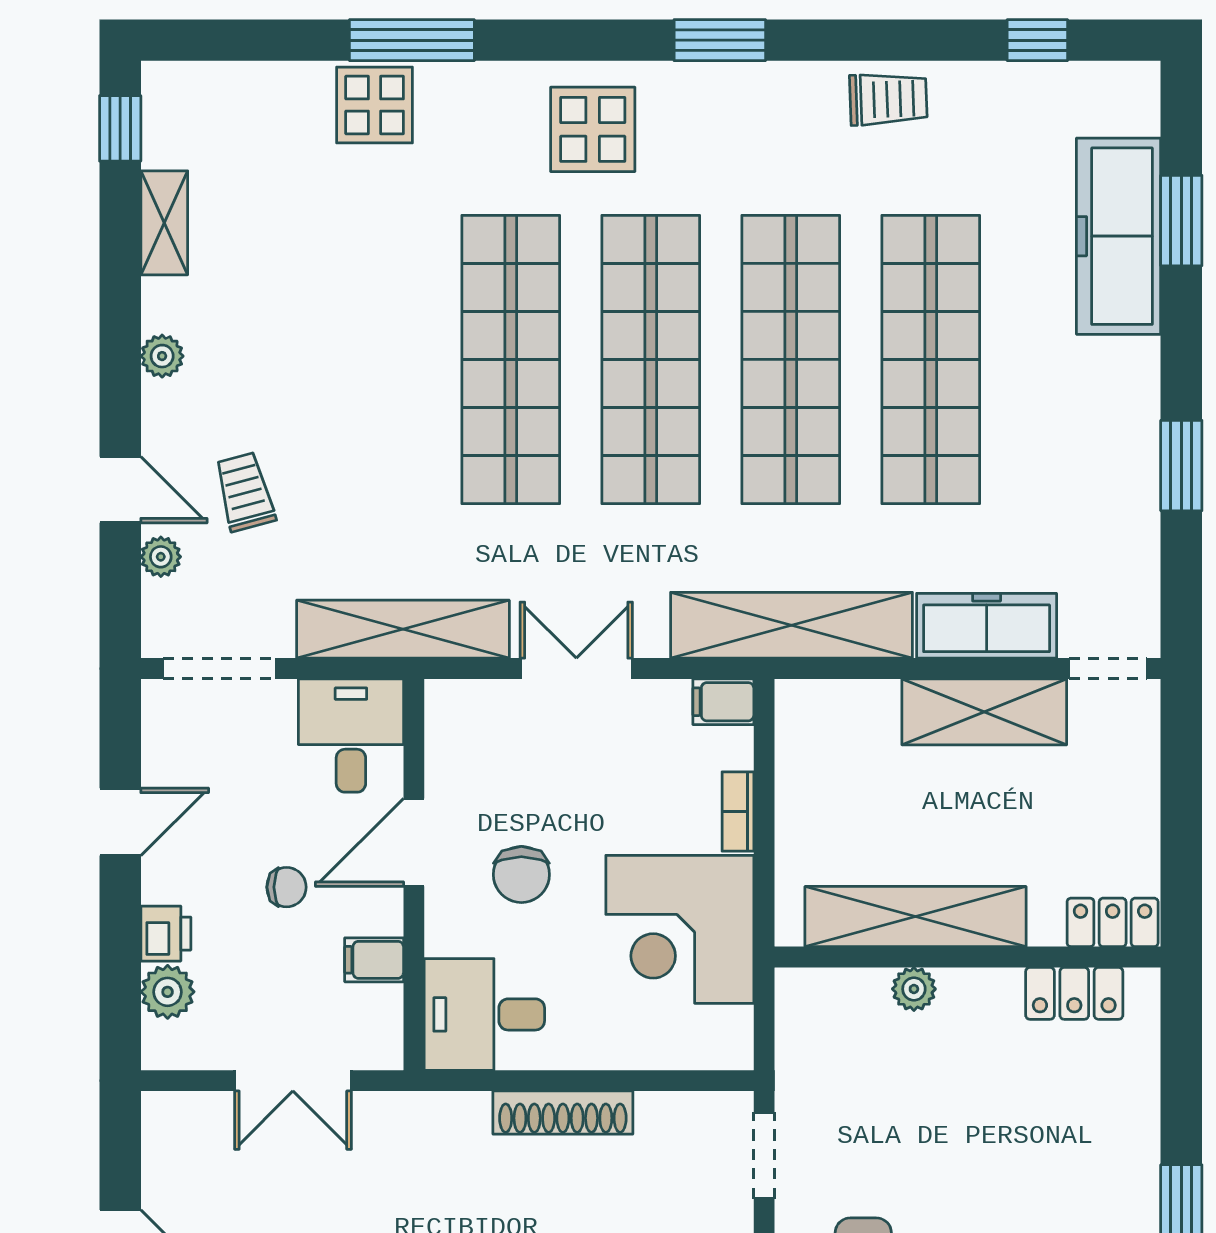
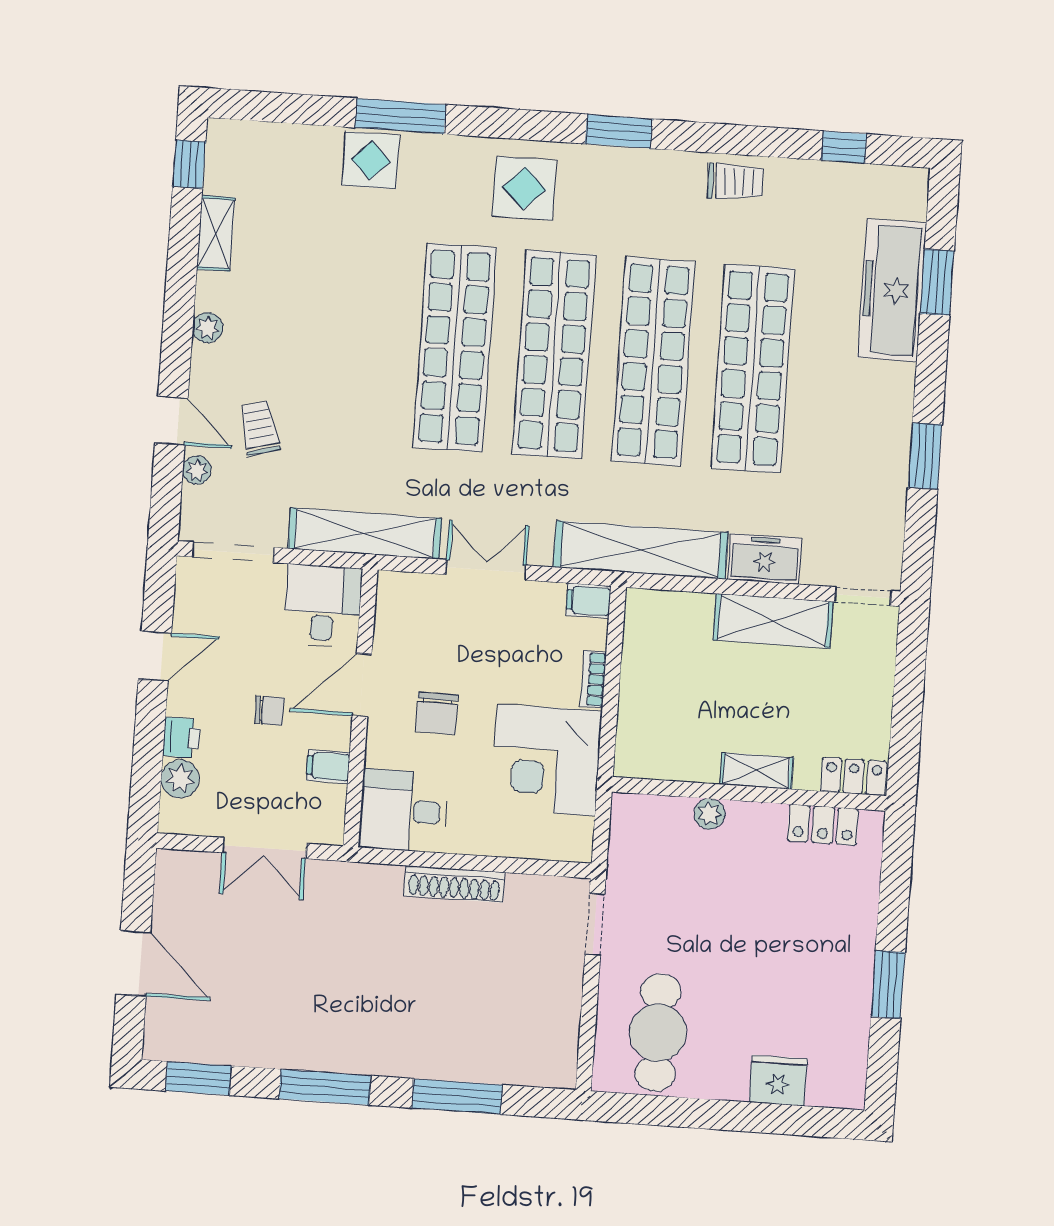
freezer: (987, 626) -> (765, 559), width x0.71
shelving: (916, 917) -> (757, 771), width x0.45, depth x0.75

